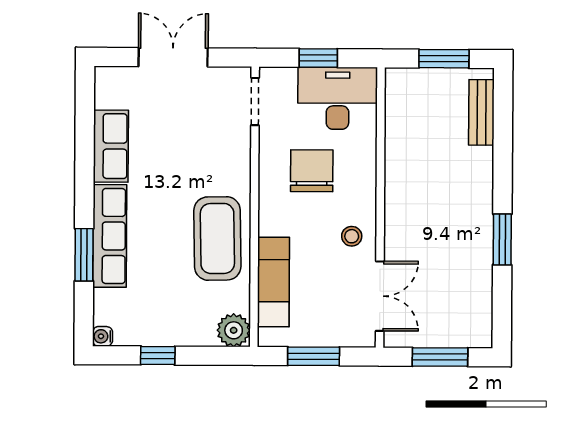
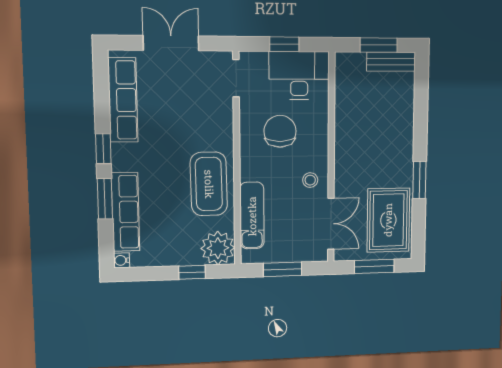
bench: (481, 112) -> (391, 62), moved, turned 90
row of seats: (111, 146) -> (123, 100), width x1.48
window: (84, 190) -> (103, 149), added
row of seats: (110, 236) -> (126, 212), moved
rug: (459, 293) -> (388, 220), added
plant: (234, 330) -> (218, 248), width x1.36, depth x1.36
window: (158, 355) -> (192, 272), moved

